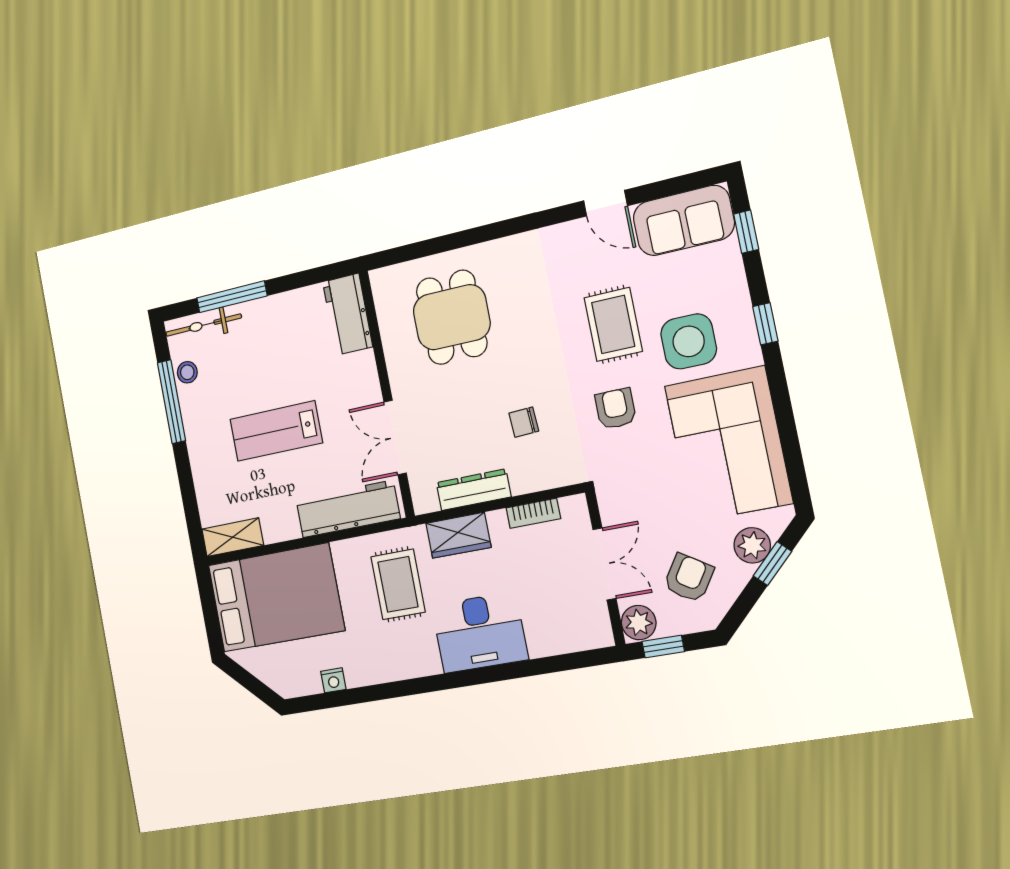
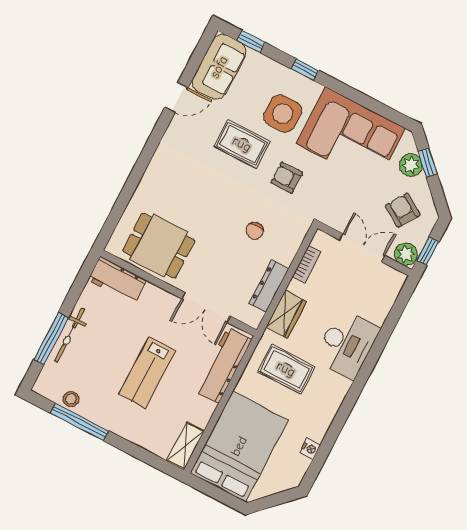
dining table: (452, 317) -> (159, 246), moved
bicycle: (203, 325) -> (70, 335), moved

